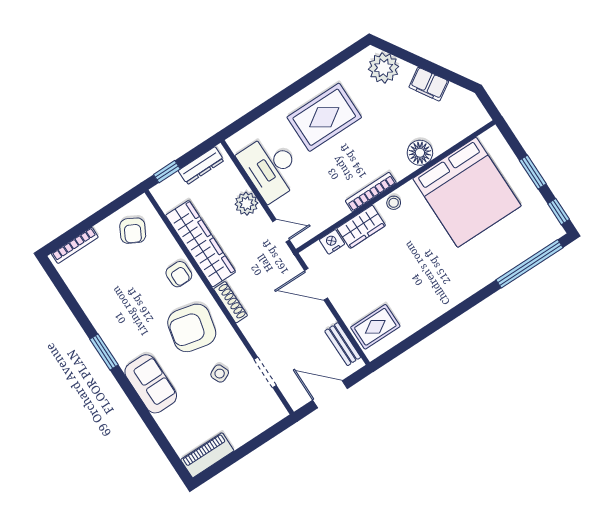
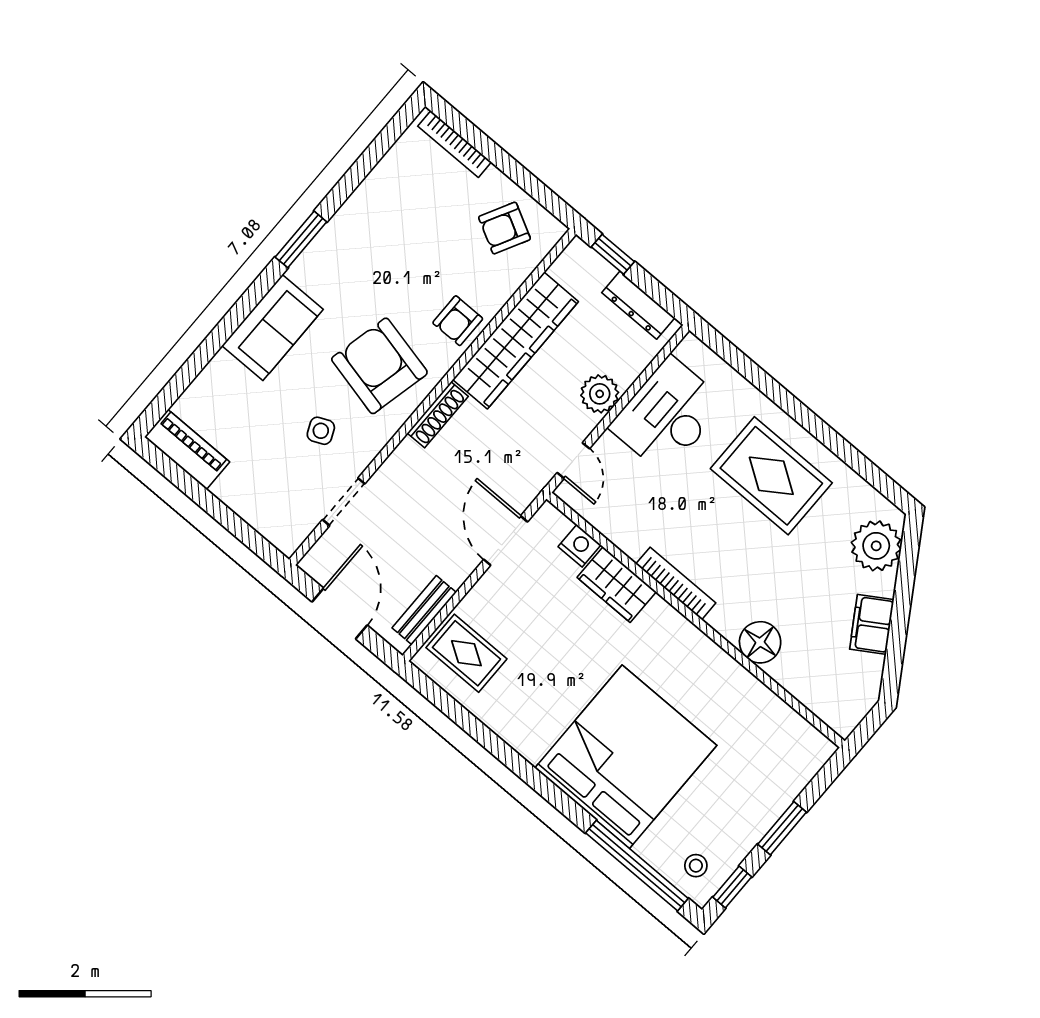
bed: (467, 192) -> (626, 757), moved, turned 180
stool: (394, 203) -> (696, 866), moved

